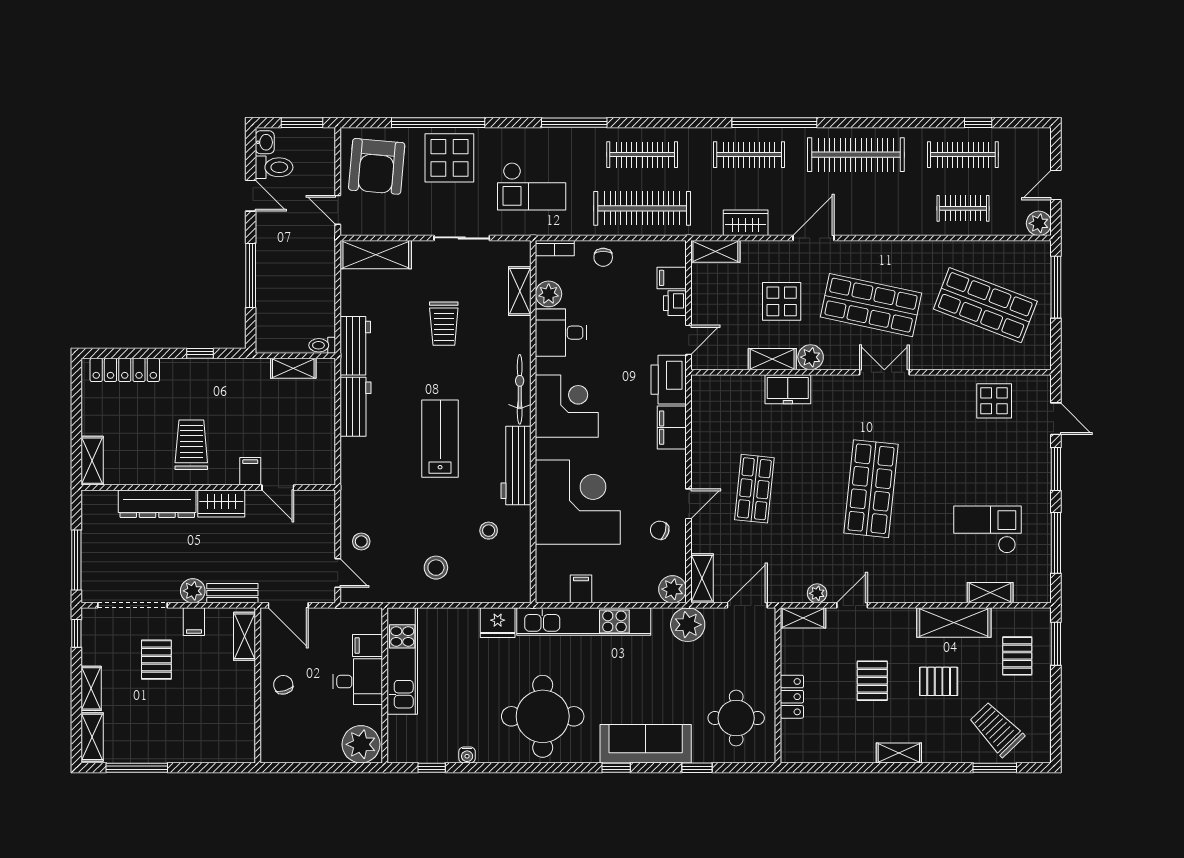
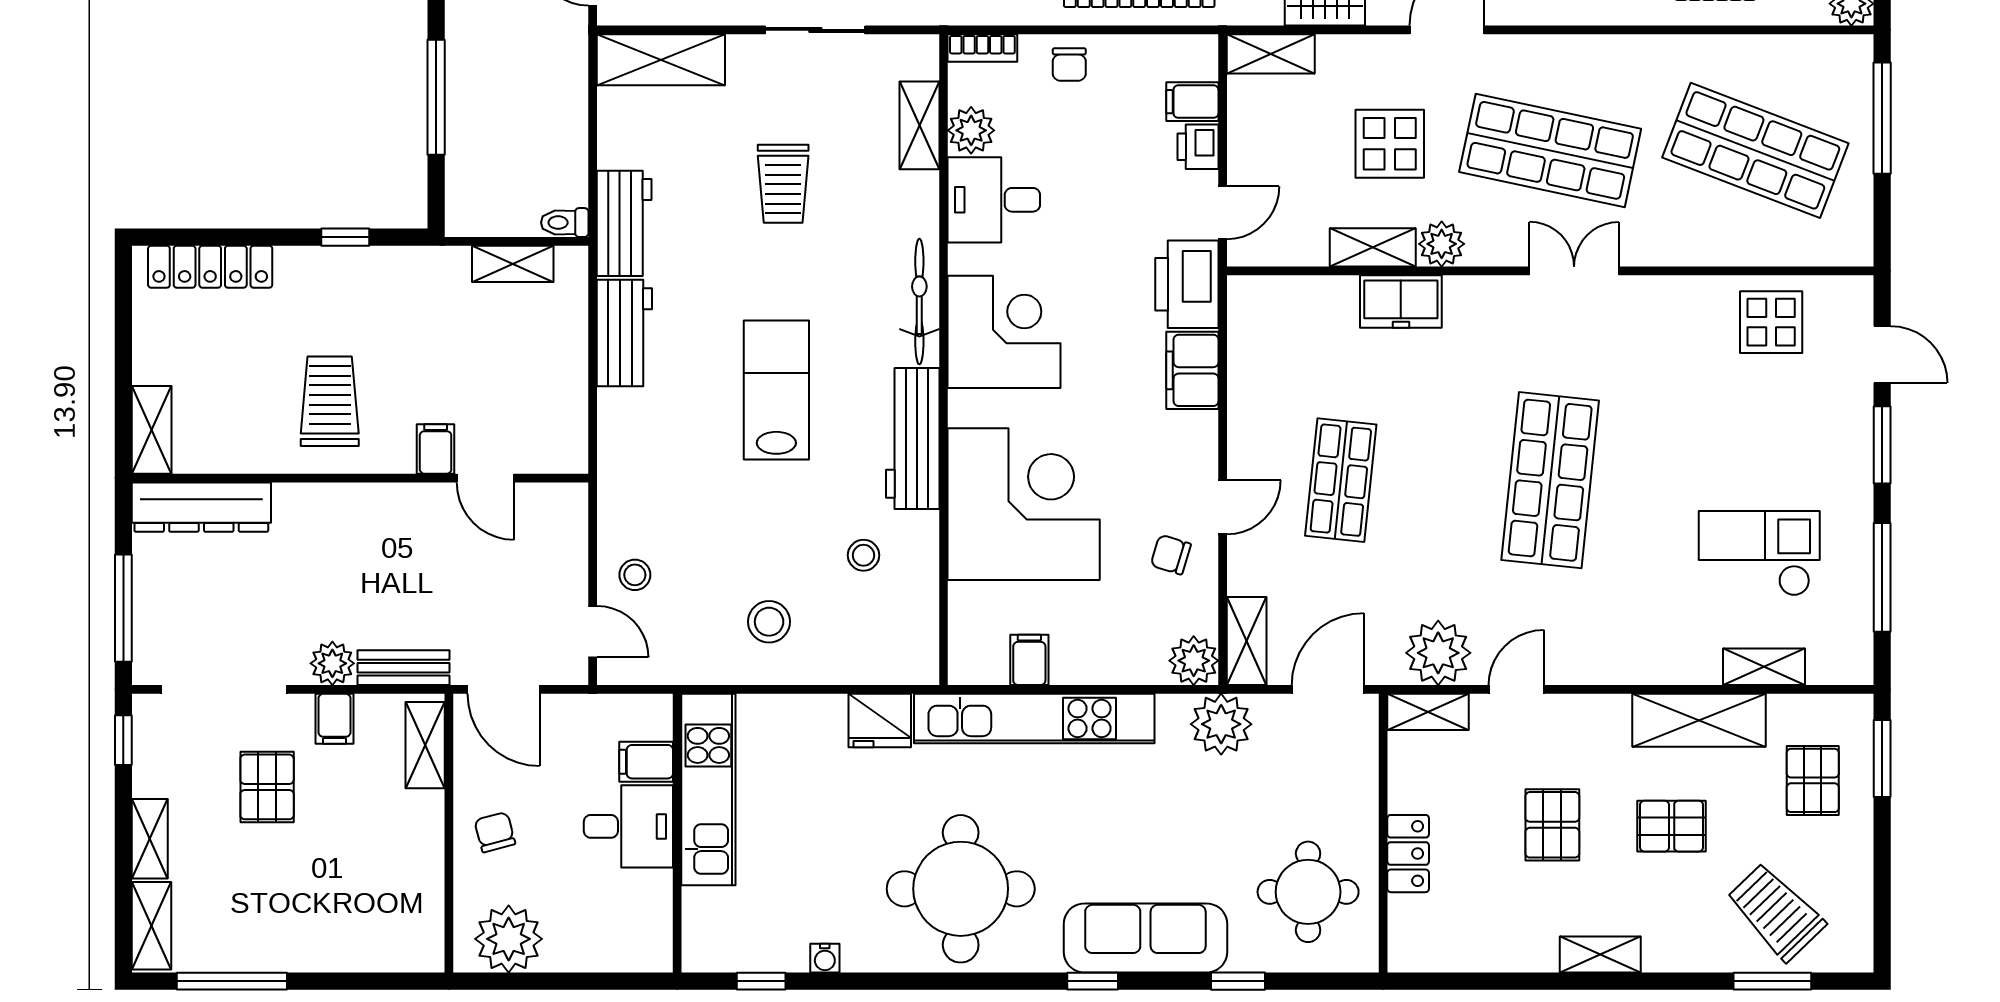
wardrobe: (221, 503) -> (383, 507), removed
dresser: (157, 504) -> (201, 507), moved
plant: (817, 593) -> (1438, 653), width x1.88, depth x1.88
plant: (361, 744) -> (509, 939), moved

